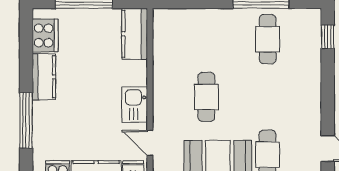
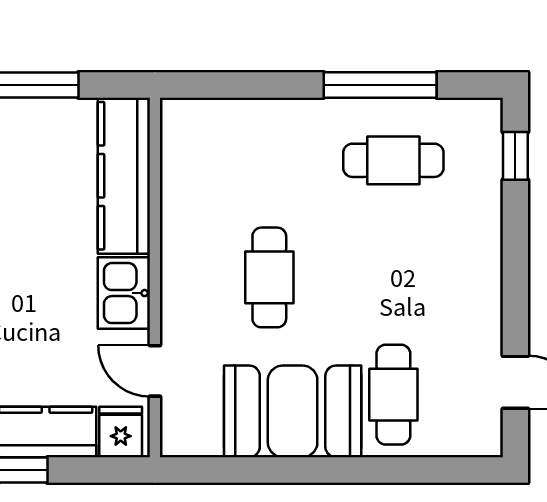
kitchen counter: (135, 34) -> (124, 176), width x1.50
cafe table: (268, 39) -> (393, 160), turned 90

